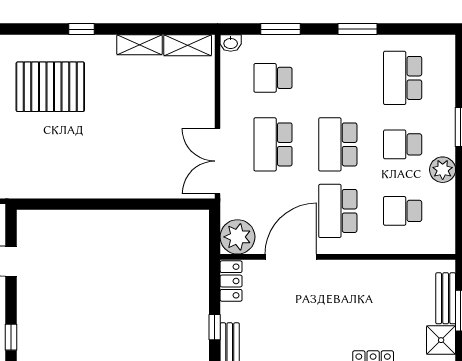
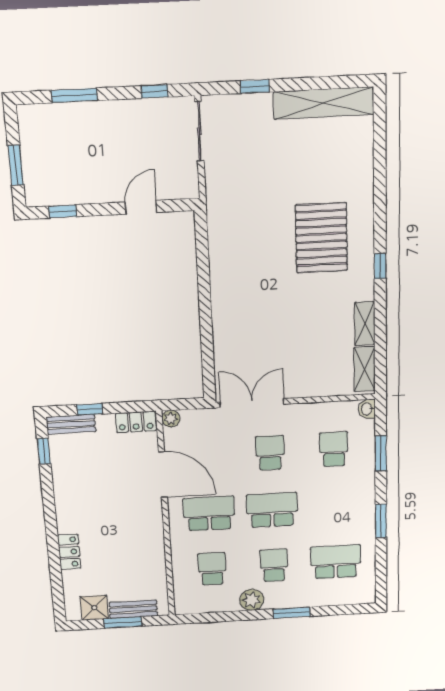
school desk: (273, 144) -> (270, 453), width x0.54
plant: (238, 237) -> (171, 419), width x0.53, depth x0.53

